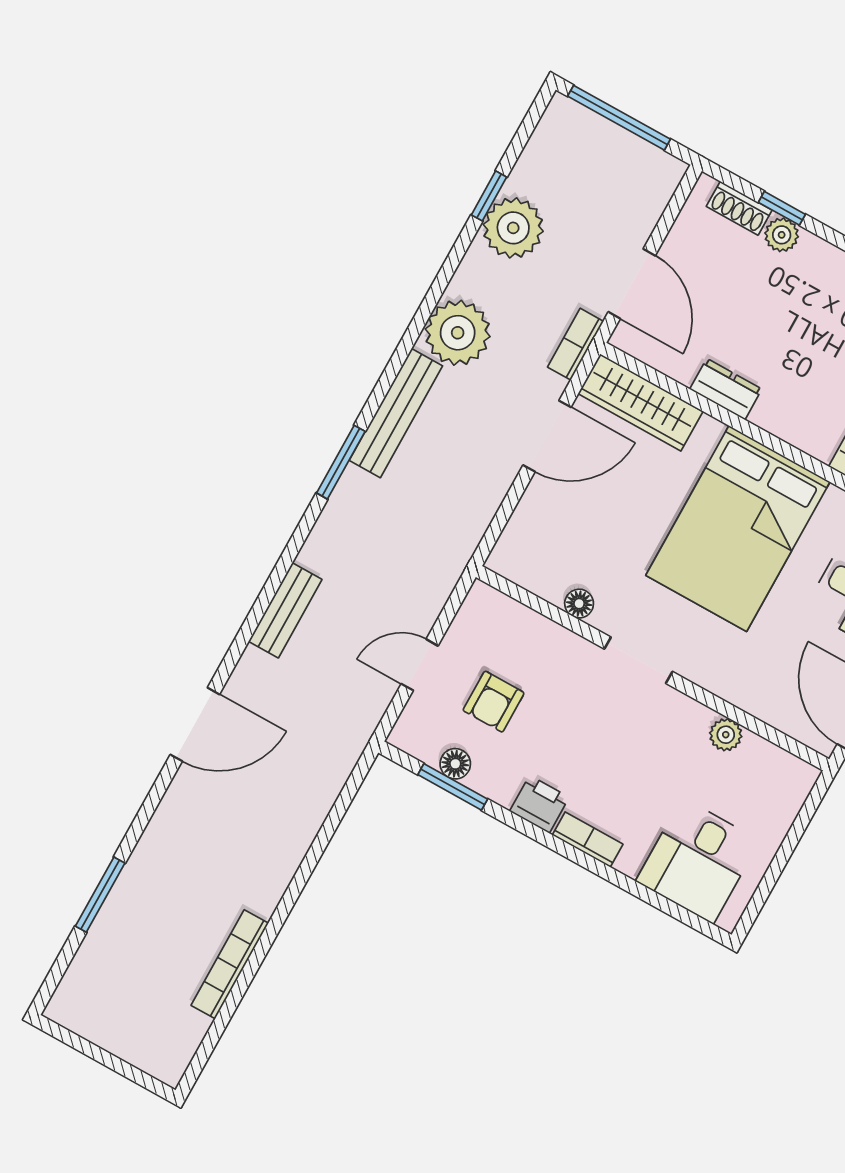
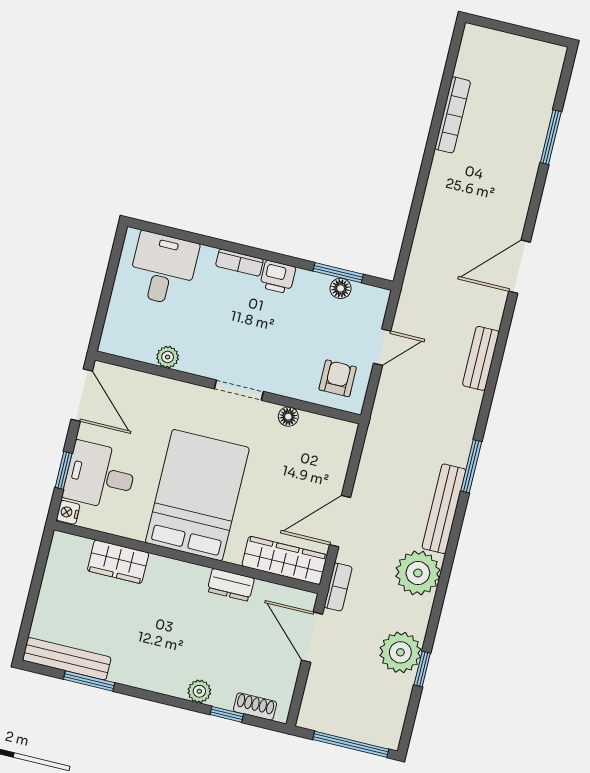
plant: (782, 235) -> (199, 691), moved
armchair: (494, 702) -> (338, 378), moved

